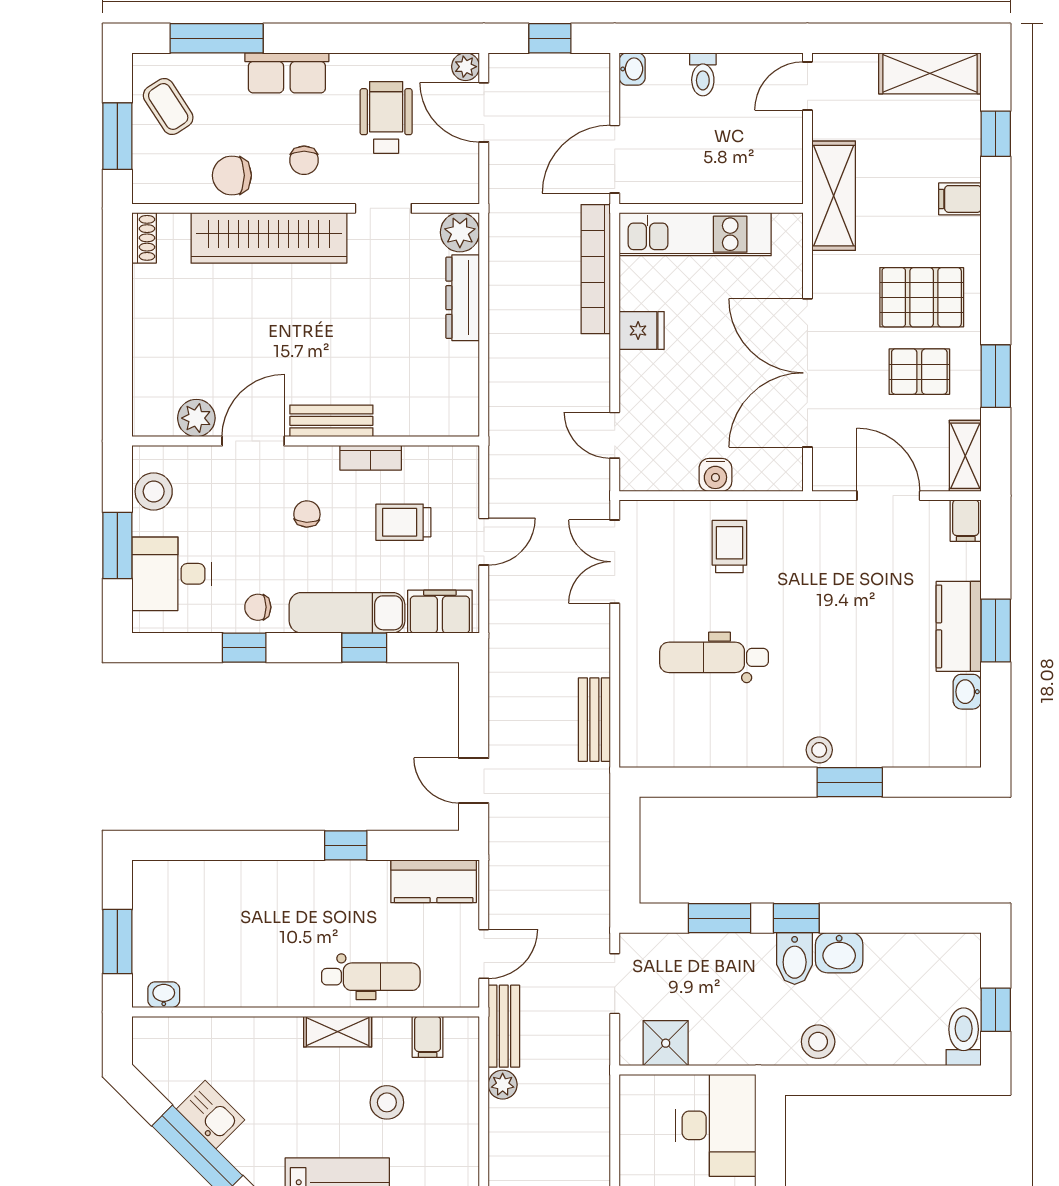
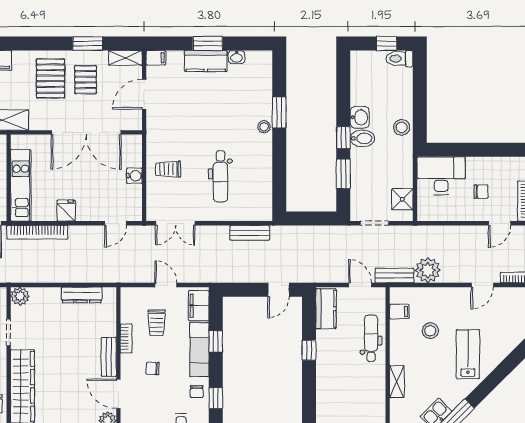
dresser: (463, 298) -> (82, 295), moved
shelving: (338, 1032) -> (397, 381), moved
plant: (503, 1085) -> (428, 270), width x1.88, depth x1.88

